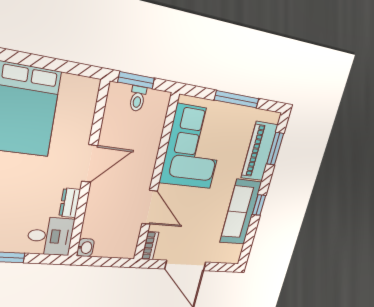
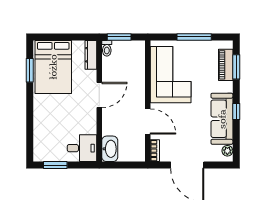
toilet: (138, 99) -> (107, 48), moved
piano: (259, 151) -> (226, 65), width x0.73, depth x0.75
dresser: (70, 203) -> (91, 55), moved, width x1.44
washbasin: (85, 248) -> (110, 149), width x1.91, depth x1.45
plant: (236, 251) -> (227, 151), added

